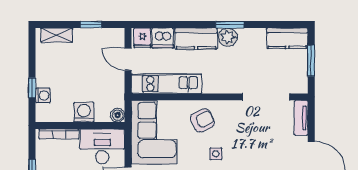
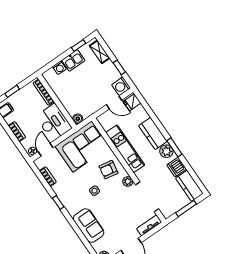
dishwasher: (163, 38) -> (177, 167), moved
door: (128, 59) -> (114, 102), swing flipped
kitchen sink: (45, 73) -> (73, 60), added
kitchen unit: (166, 84) -> (125, 149), moved
window: (32, 88) -> (79, 45), moved
plant: (232, 107) -> (128, 182), added
washing machine: (84, 112) -> (121, 86), moved, turned 180
armchair: (203, 120) -> (108, 170), turned 125

